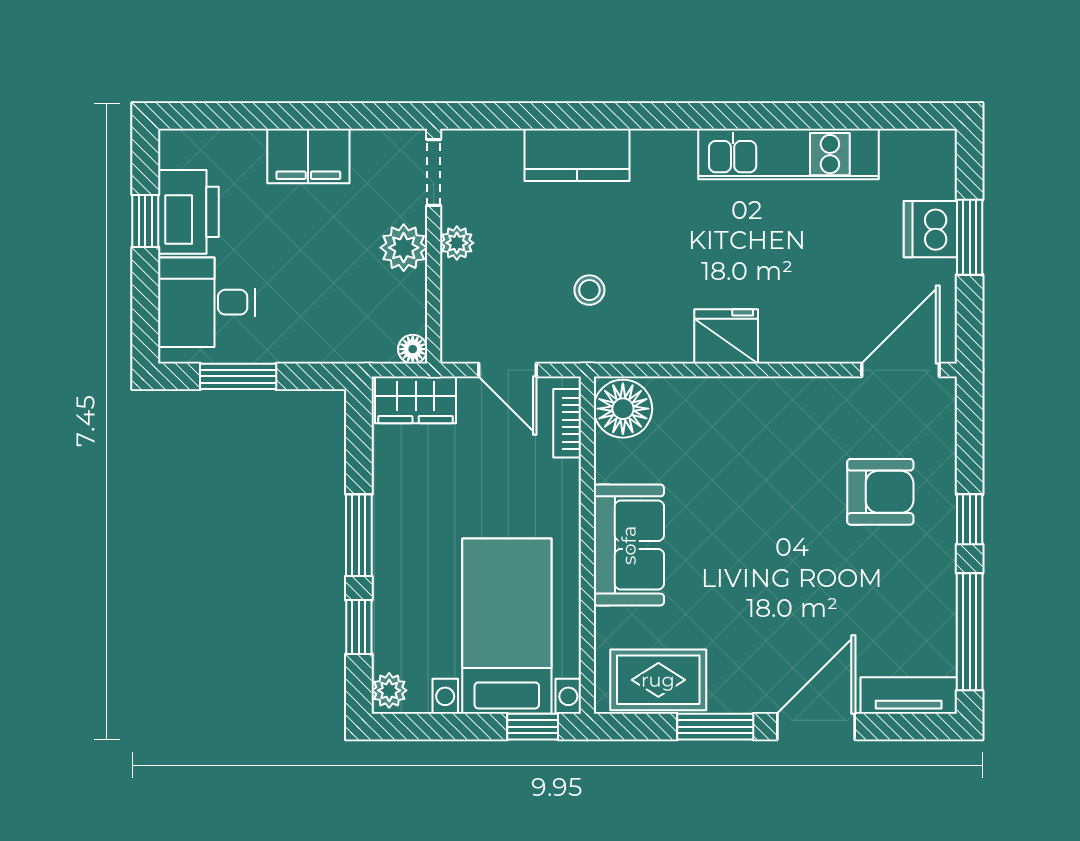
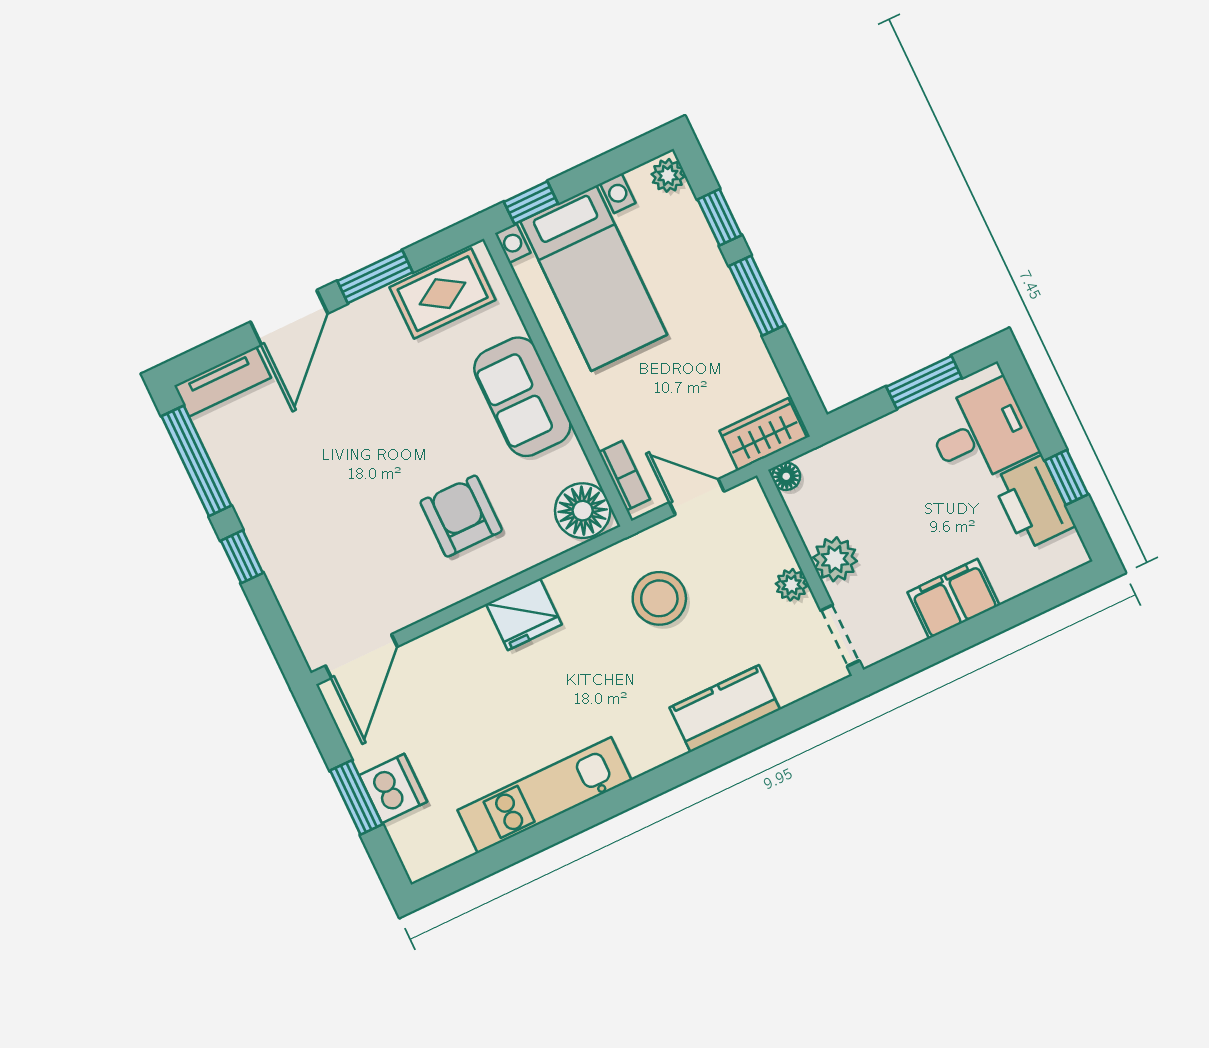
stool: (589, 290) -> (659, 598), width x1.89, depth x1.89
armchair: (880, 492) -> (461, 516), moved, turned 90

